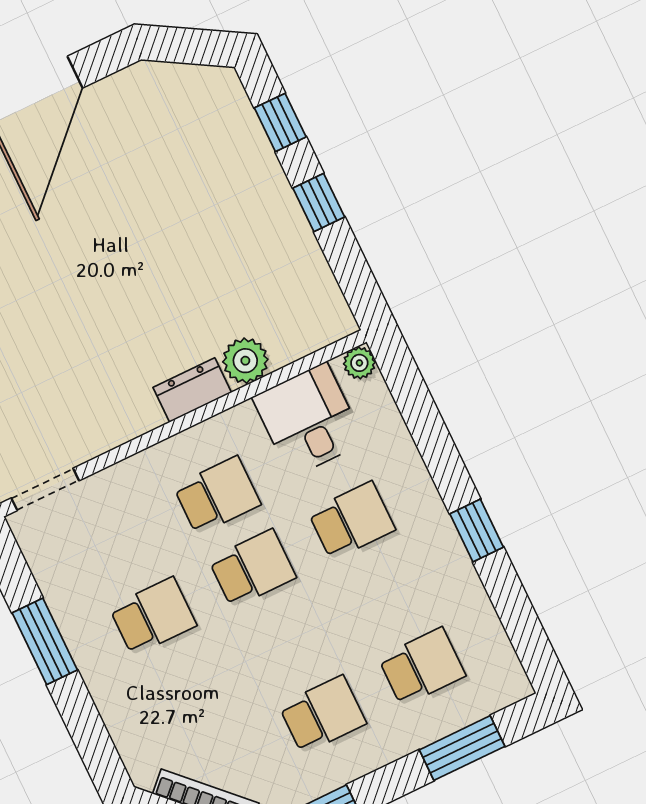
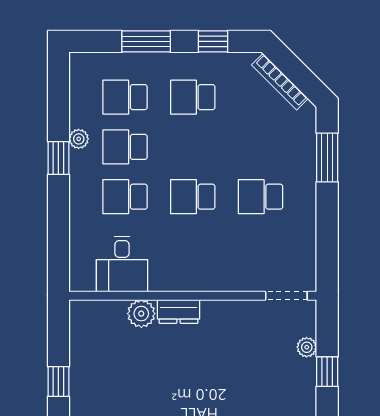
plant: (359, 363) -> (79, 139), moved
school desk: (217, 495) -> (125, 147), moved
window: (45, 641) -> (327, 157), moved
window: (462, 748) -> (146, 41), moved

